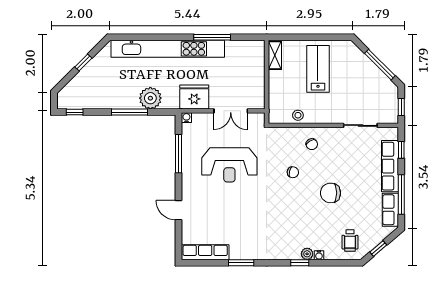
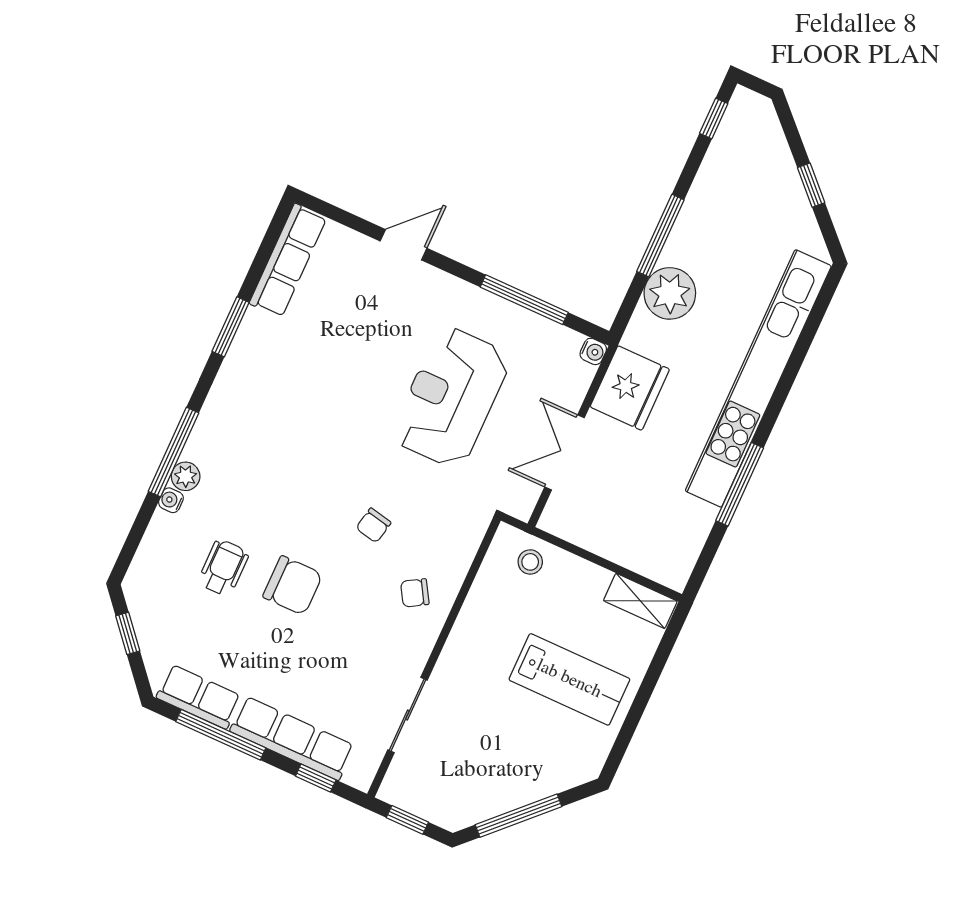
stool: (298, 115) -> (530, 562), moved
chair: (330, 193) -> (293, 585), turned 90
wheelchair: (350, 240) -> (223, 568), moved, turned 90
window: (300, 263) -> (173, 452), width x2.17

